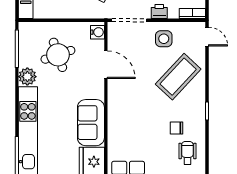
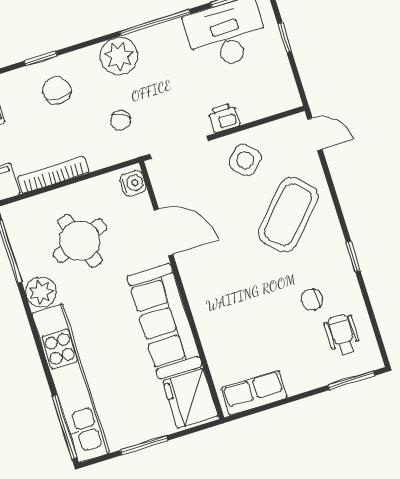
bookcase: (192, 13) -> (53, 175), moved, width x1.56
side table: (164, 39) -> (245, 160), turned 45
sofa: (91, 123) -> (164, 321), width x1.36

